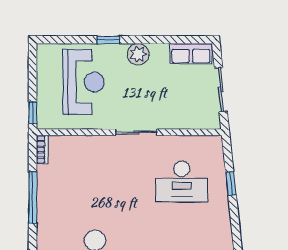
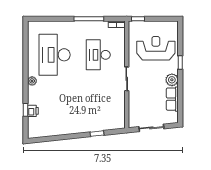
row of seats: (191, 54) -> (172, 99), moved
reception desk: (84, 82) -> (156, 48), turned 180
desk: (182, 182) -> (98, 55), moved

